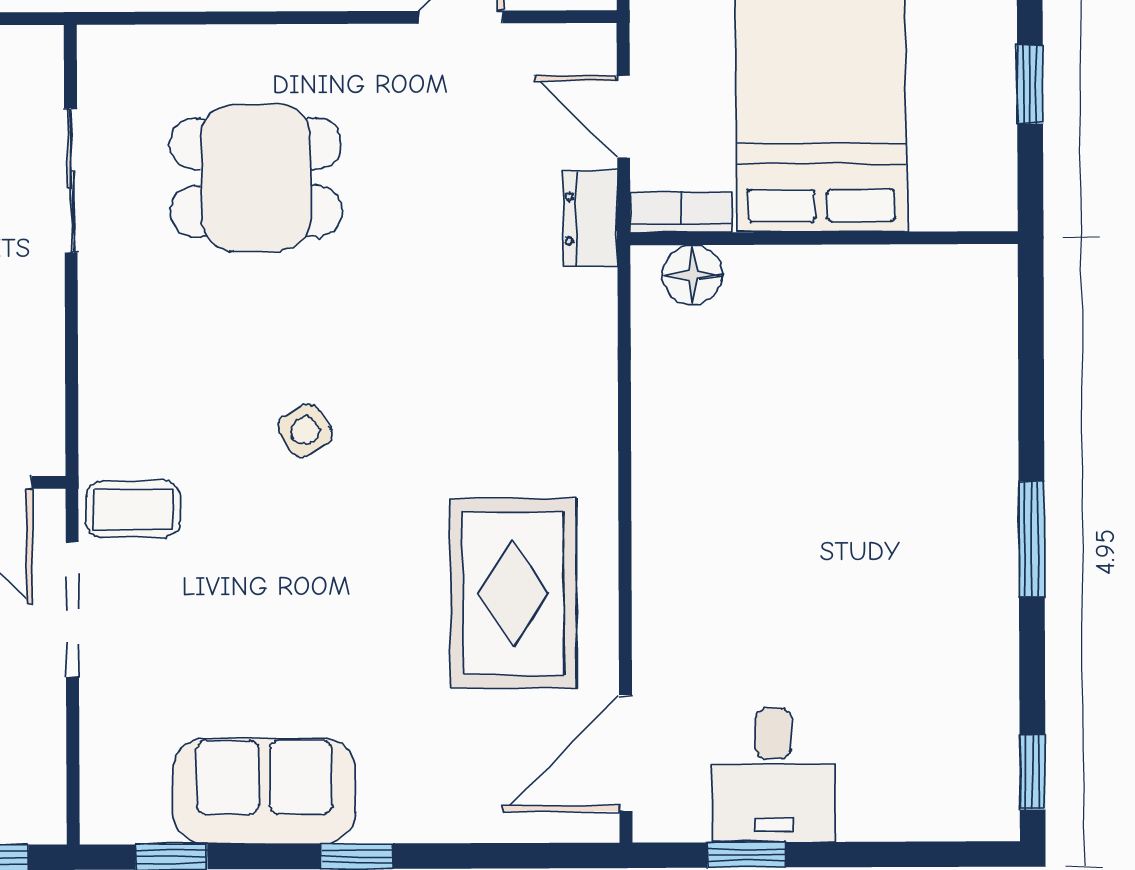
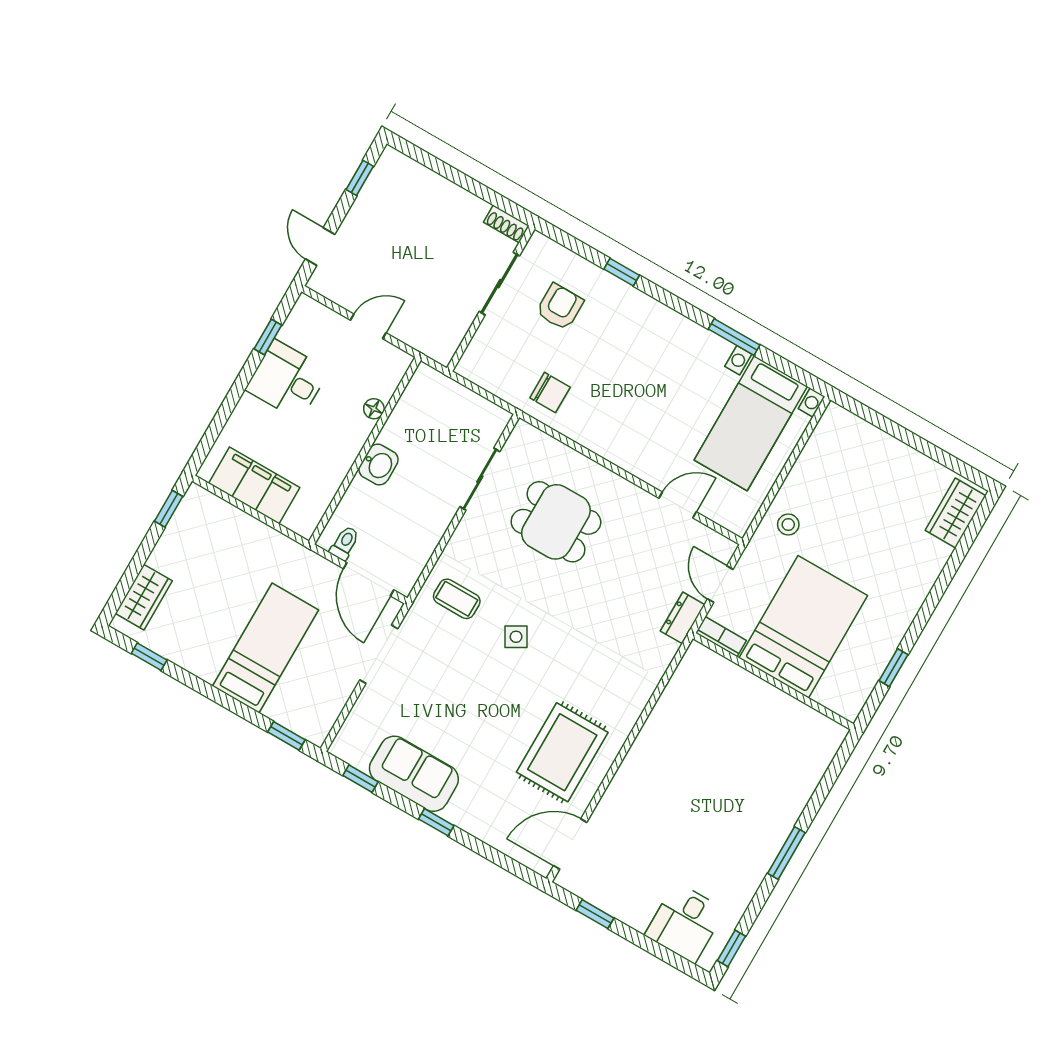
floor lamp: (693, 275) -> (711, 665), removed
coffee table: (133, 509) -> (457, 599), moved
desk: (774, 775) -> (685, 923), moved

